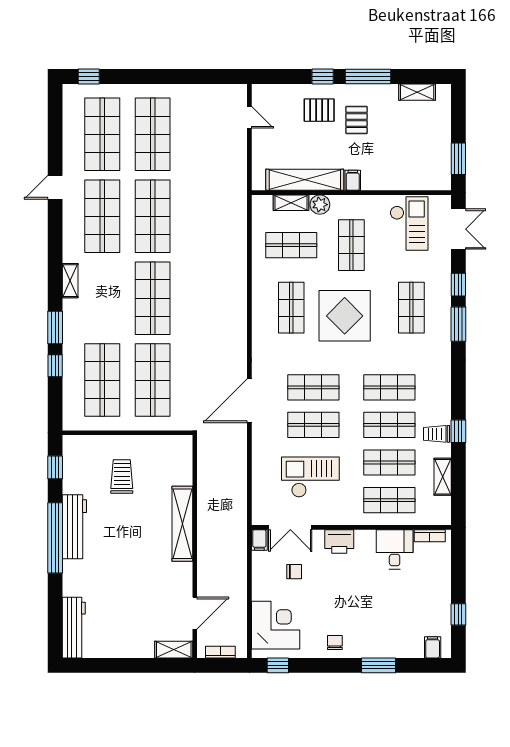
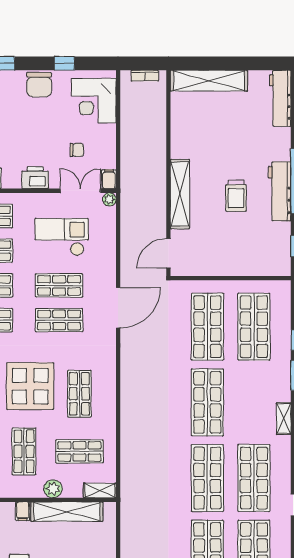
shelving: (291, 203) -> (100, 491), moved
trolley: (122, 476) -> (236, 196), moved
checkout: (310, 477) -> (62, 237), turned 180
plant: (259, 518) -> (109, 199), added
chair: (294, 572) -> (77, 150), turned 180
door: (195, 613) -> (168, 253), moved
chair: (335, 642) -> (39, 85), width x1.87, depth x1.87
shelving: (174, 650) -> (209, 81), width x2.20, depth x1.33
window: (278, 665) -> (64, 63), moved

